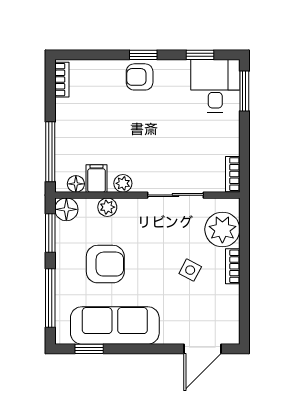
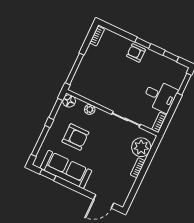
desk: (215, 86) -> (160, 96), moved, turned 90
filing cabinet: (97, 179) -> (91, 93), removed
plant: (123, 183) -> (103, 101), removed
floor lamp: (76, 184) -> (80, 91), removed
side table: (190, 270) -> (116, 160), removed

